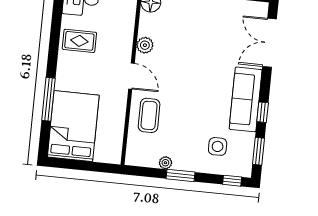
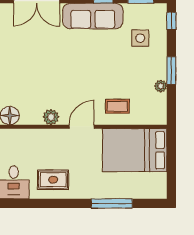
rug: (79, 41) -> (53, 180), turned 90
coffee table: (149, 115) -> (117, 106), width x0.73, depth x0.77
bed: (73, 126) -> (135, 150), moved

